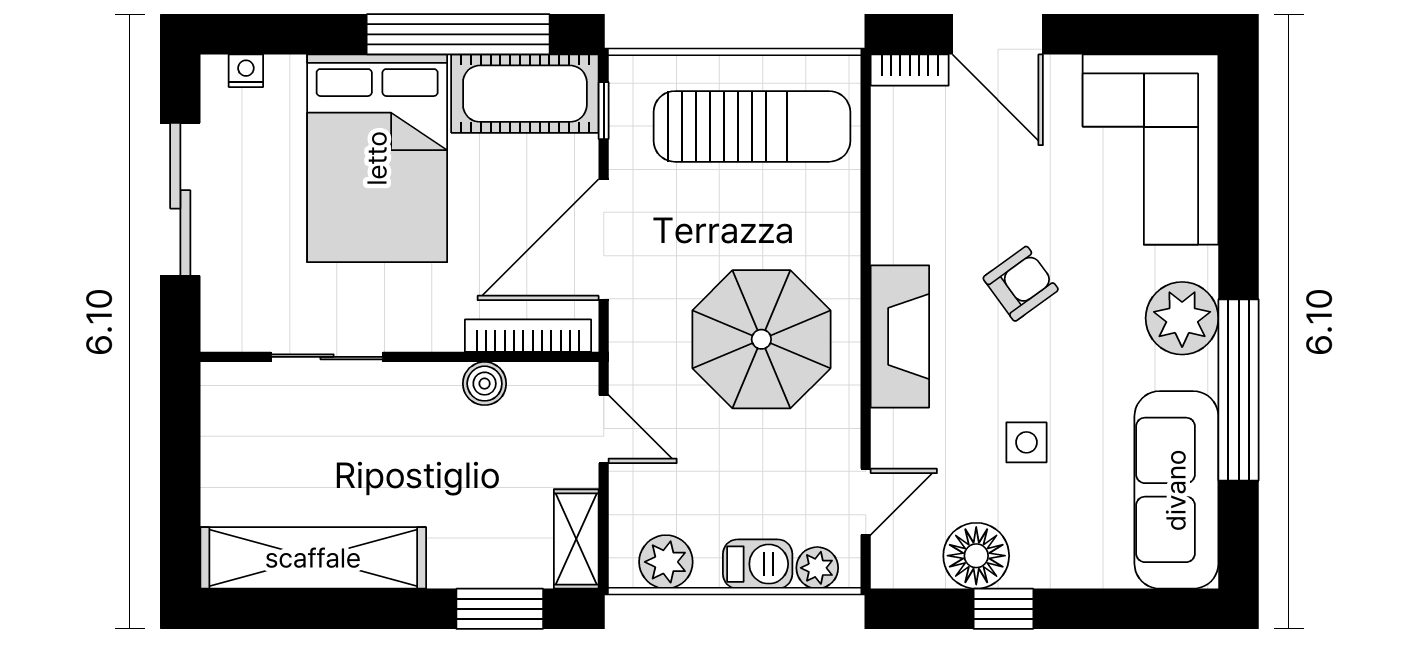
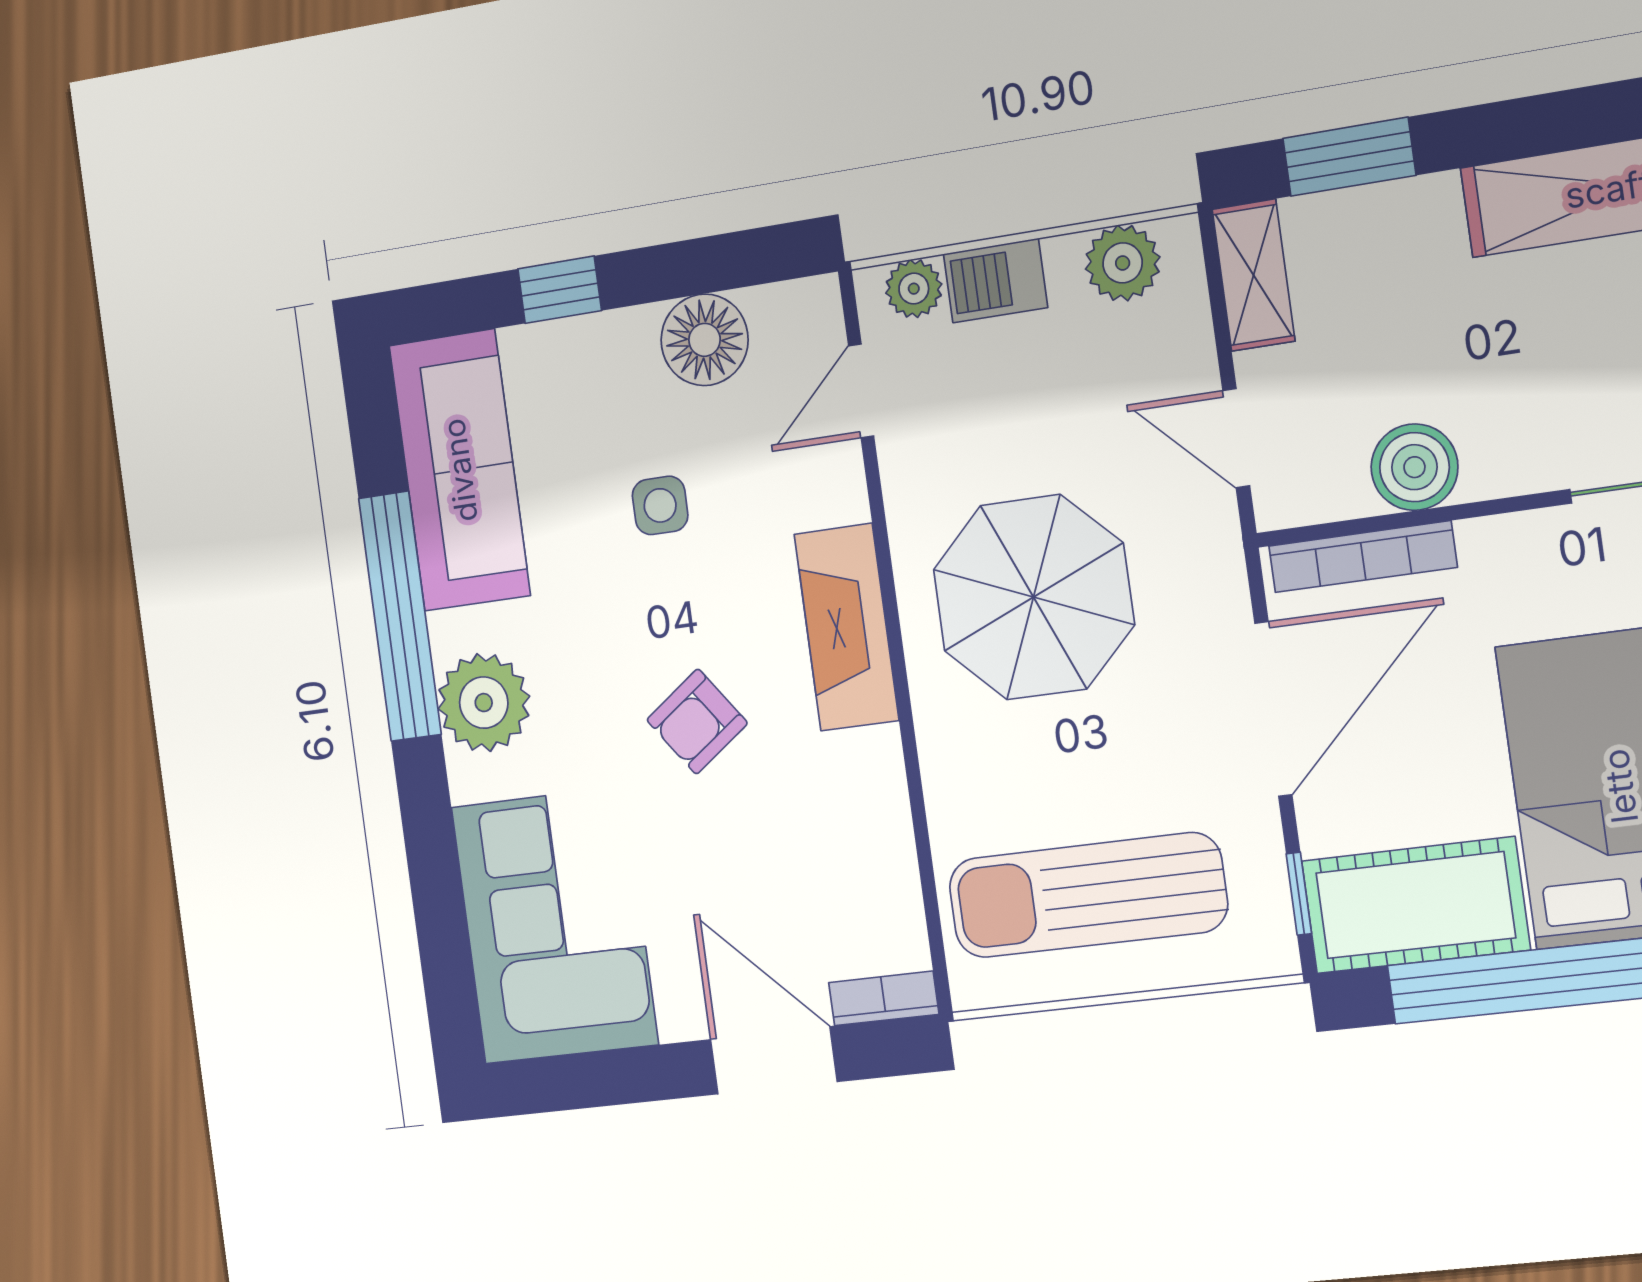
boiler: (485, 384) -> (1414, 467), width x1.36, depth x1.36
window: (1003, 609) -> (560, 290), moved

